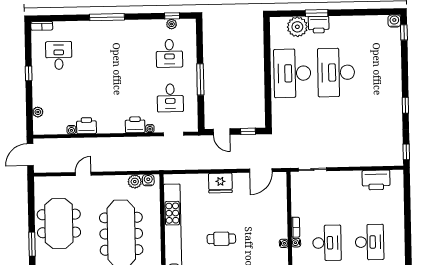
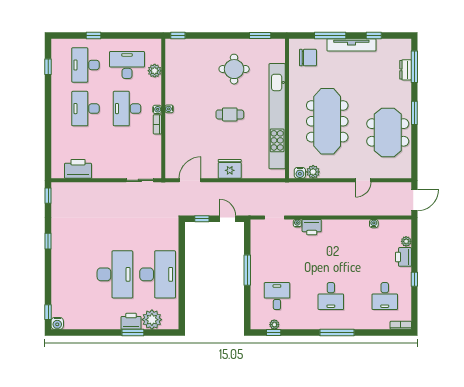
desk: (170, 98) -> (331, 296), moved, turned 180
printer: (86, 126) -> (403, 257), moved, turned 90

